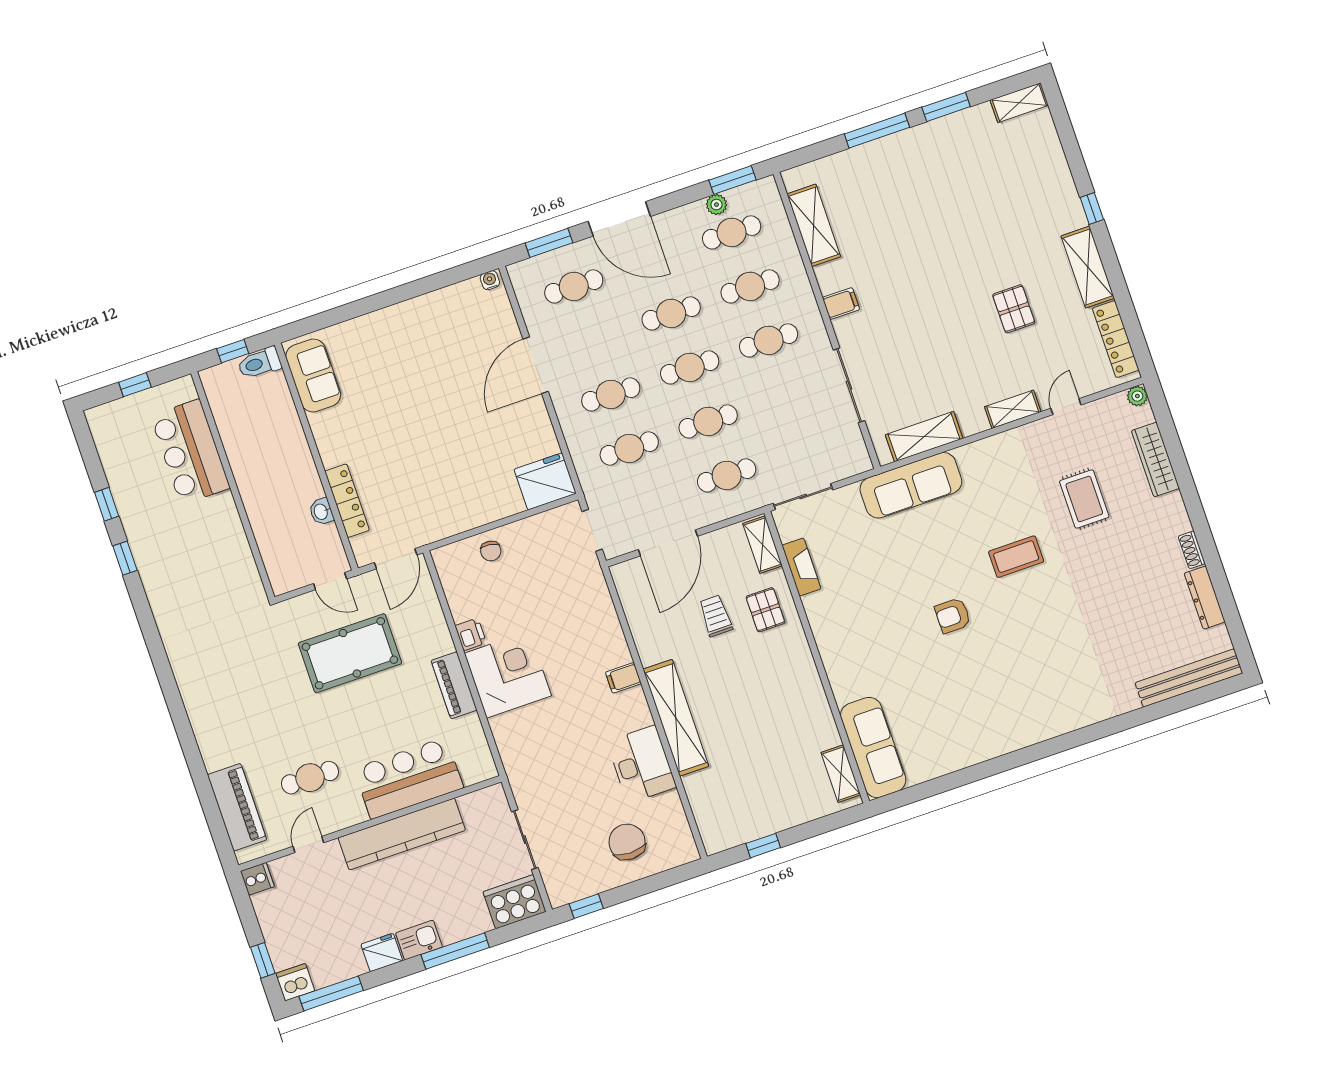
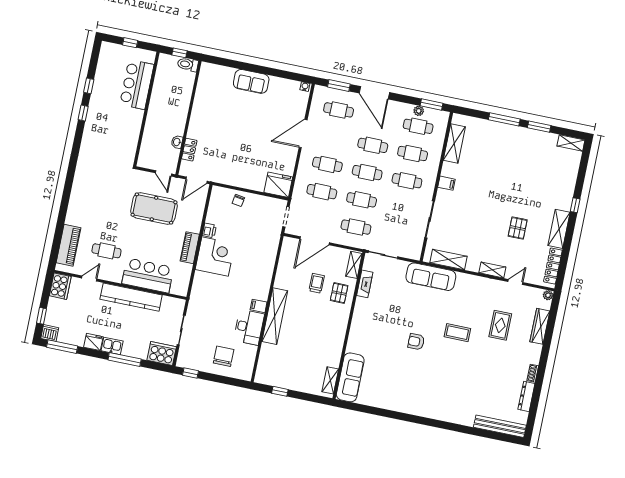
sofa: (313, 375) -> (251, 81), moved, turned 90
locker: (347, 501) -> (189, 150), width x0.66
filing cabinet: (623, 678) -> (259, 306), moved
cooker: (257, 879) -> (60, 286), width x1.87, depth x1.31

